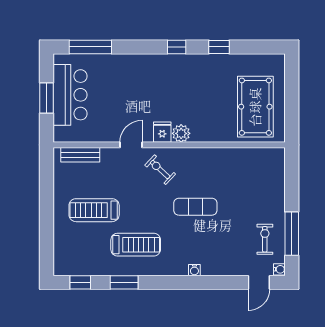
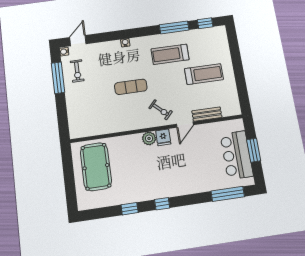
bench: (80, 155) -> (207, 114), moved
window: (124, 282) -> (174, 27), width x1.44

